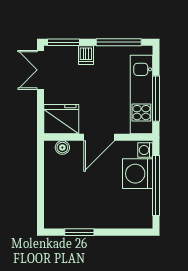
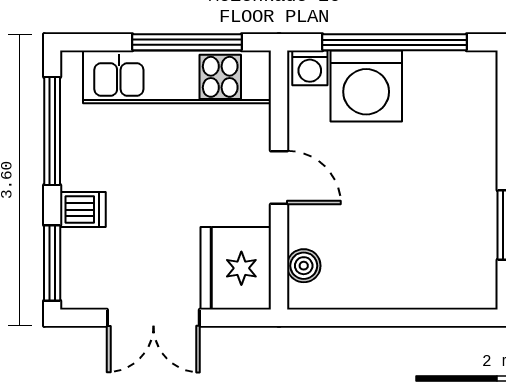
double door: (41, 70) -> (153, 318), moved
door: (99, 137) -> (279, 177), width x0.73

